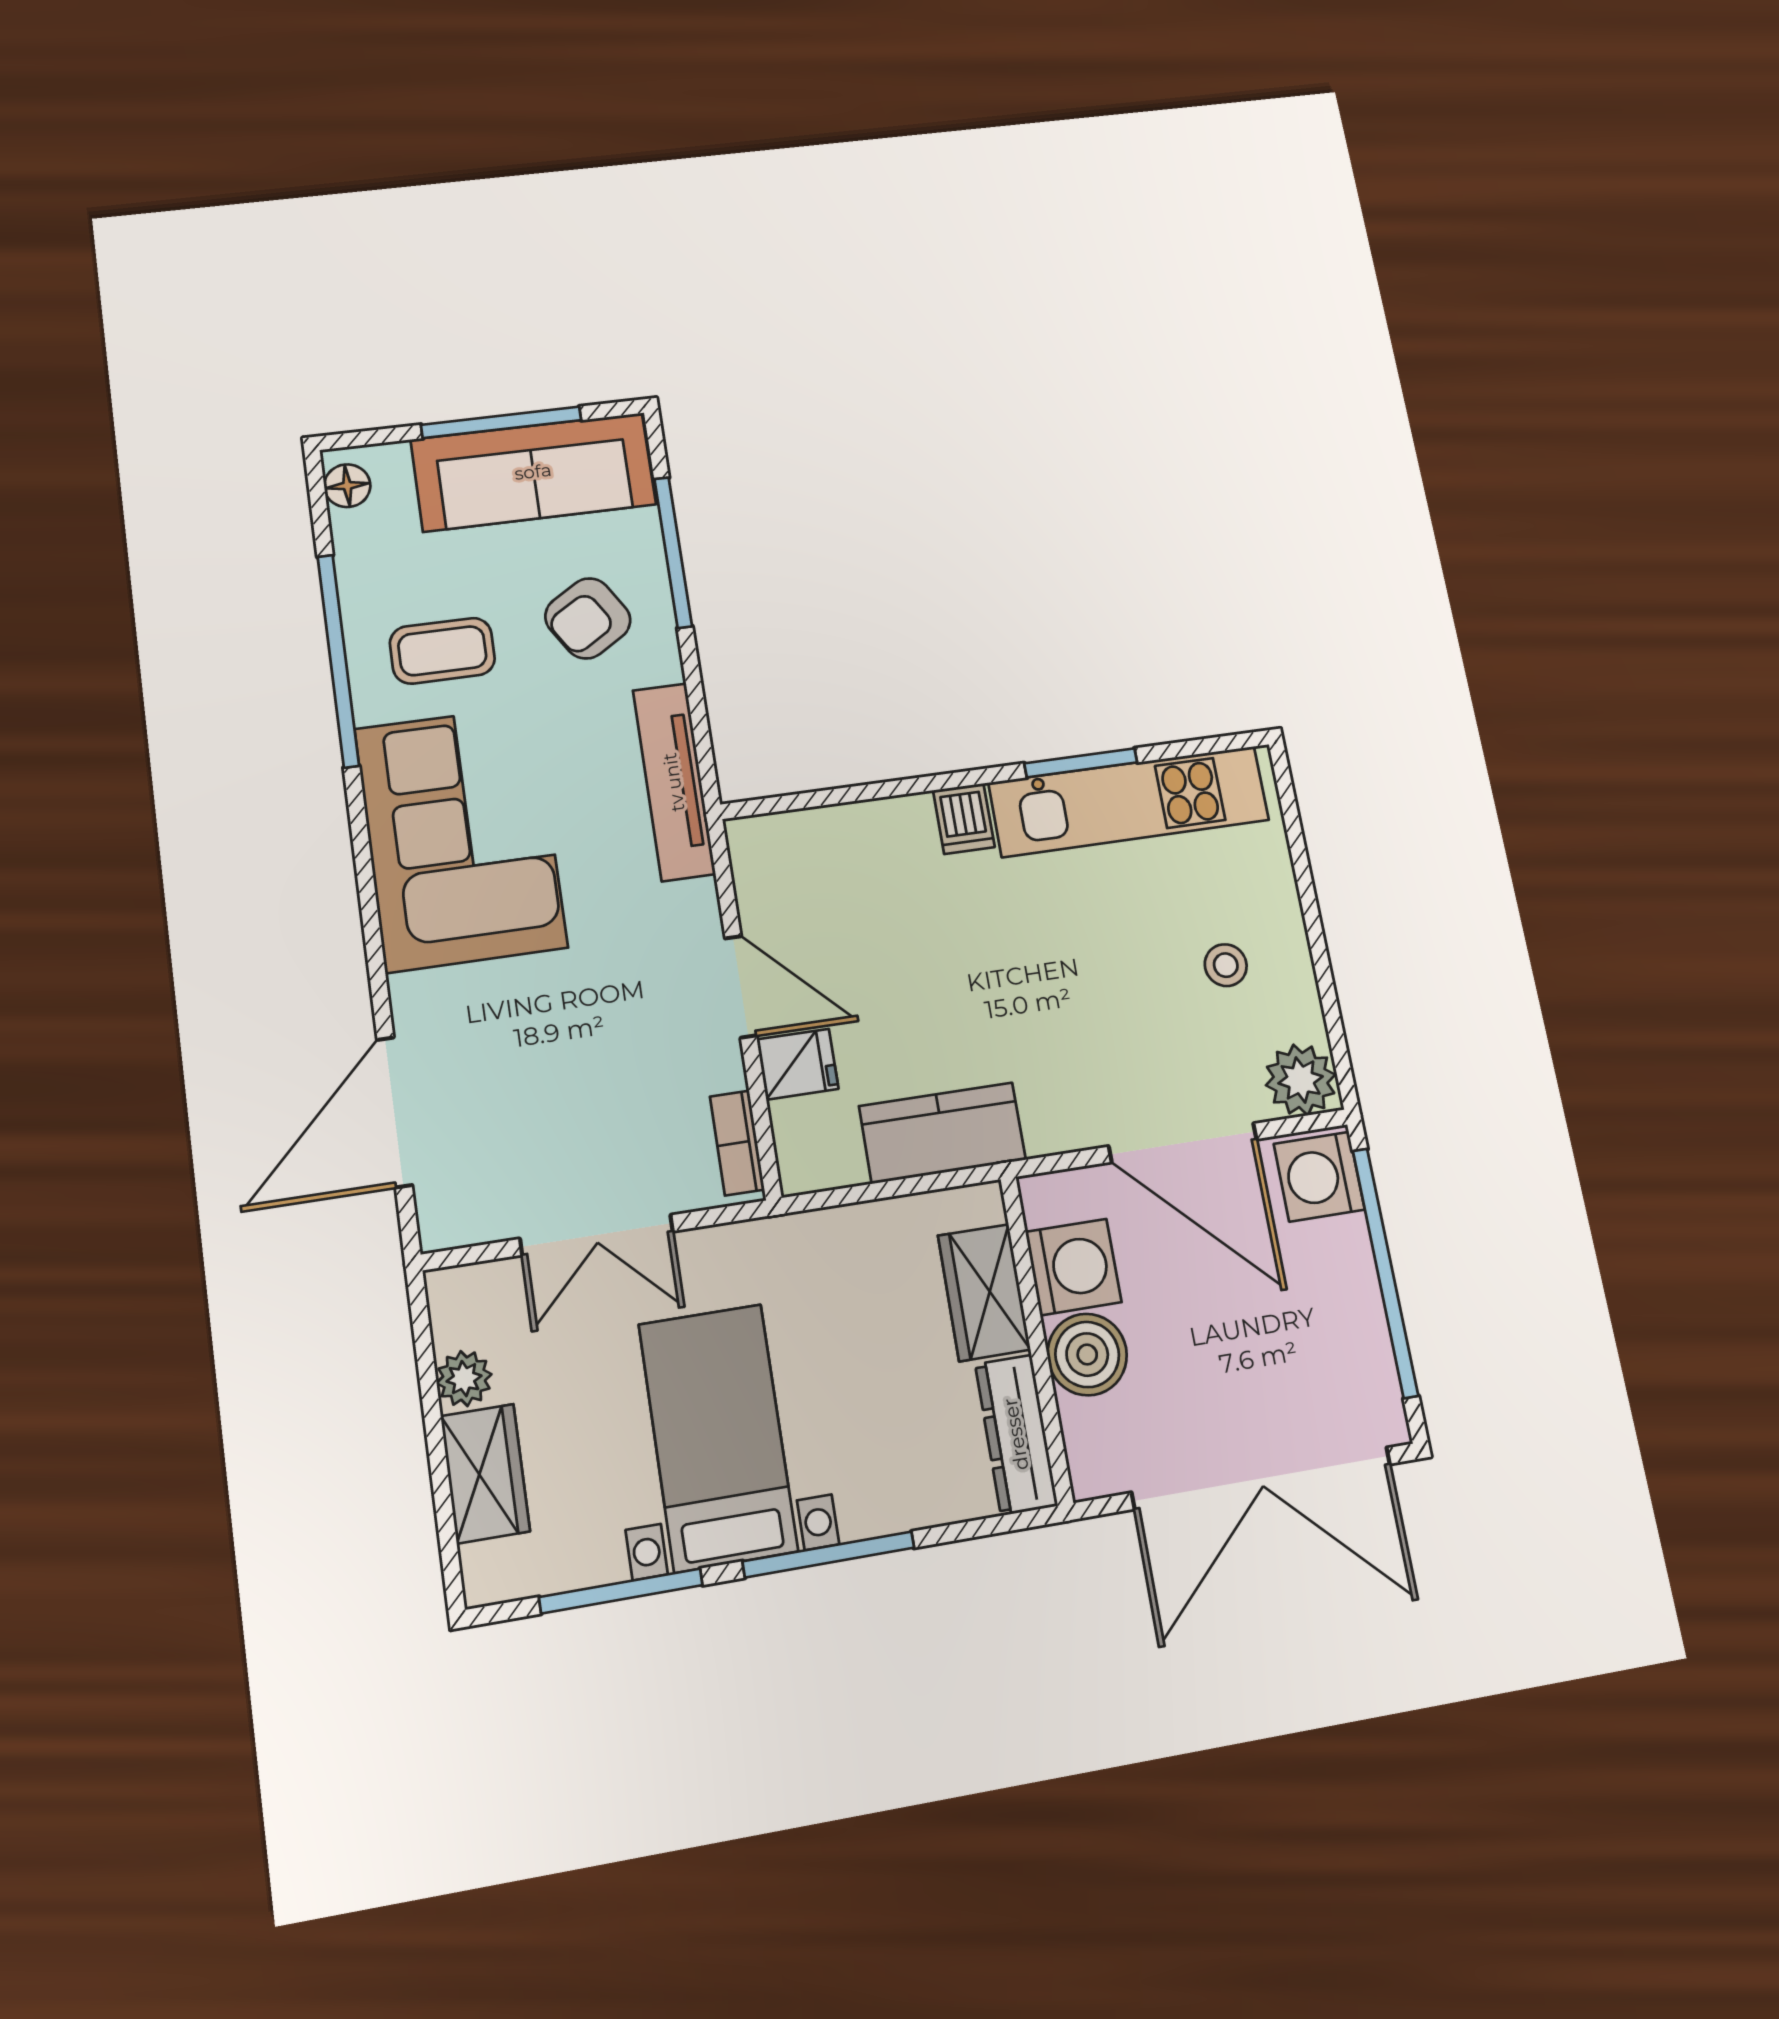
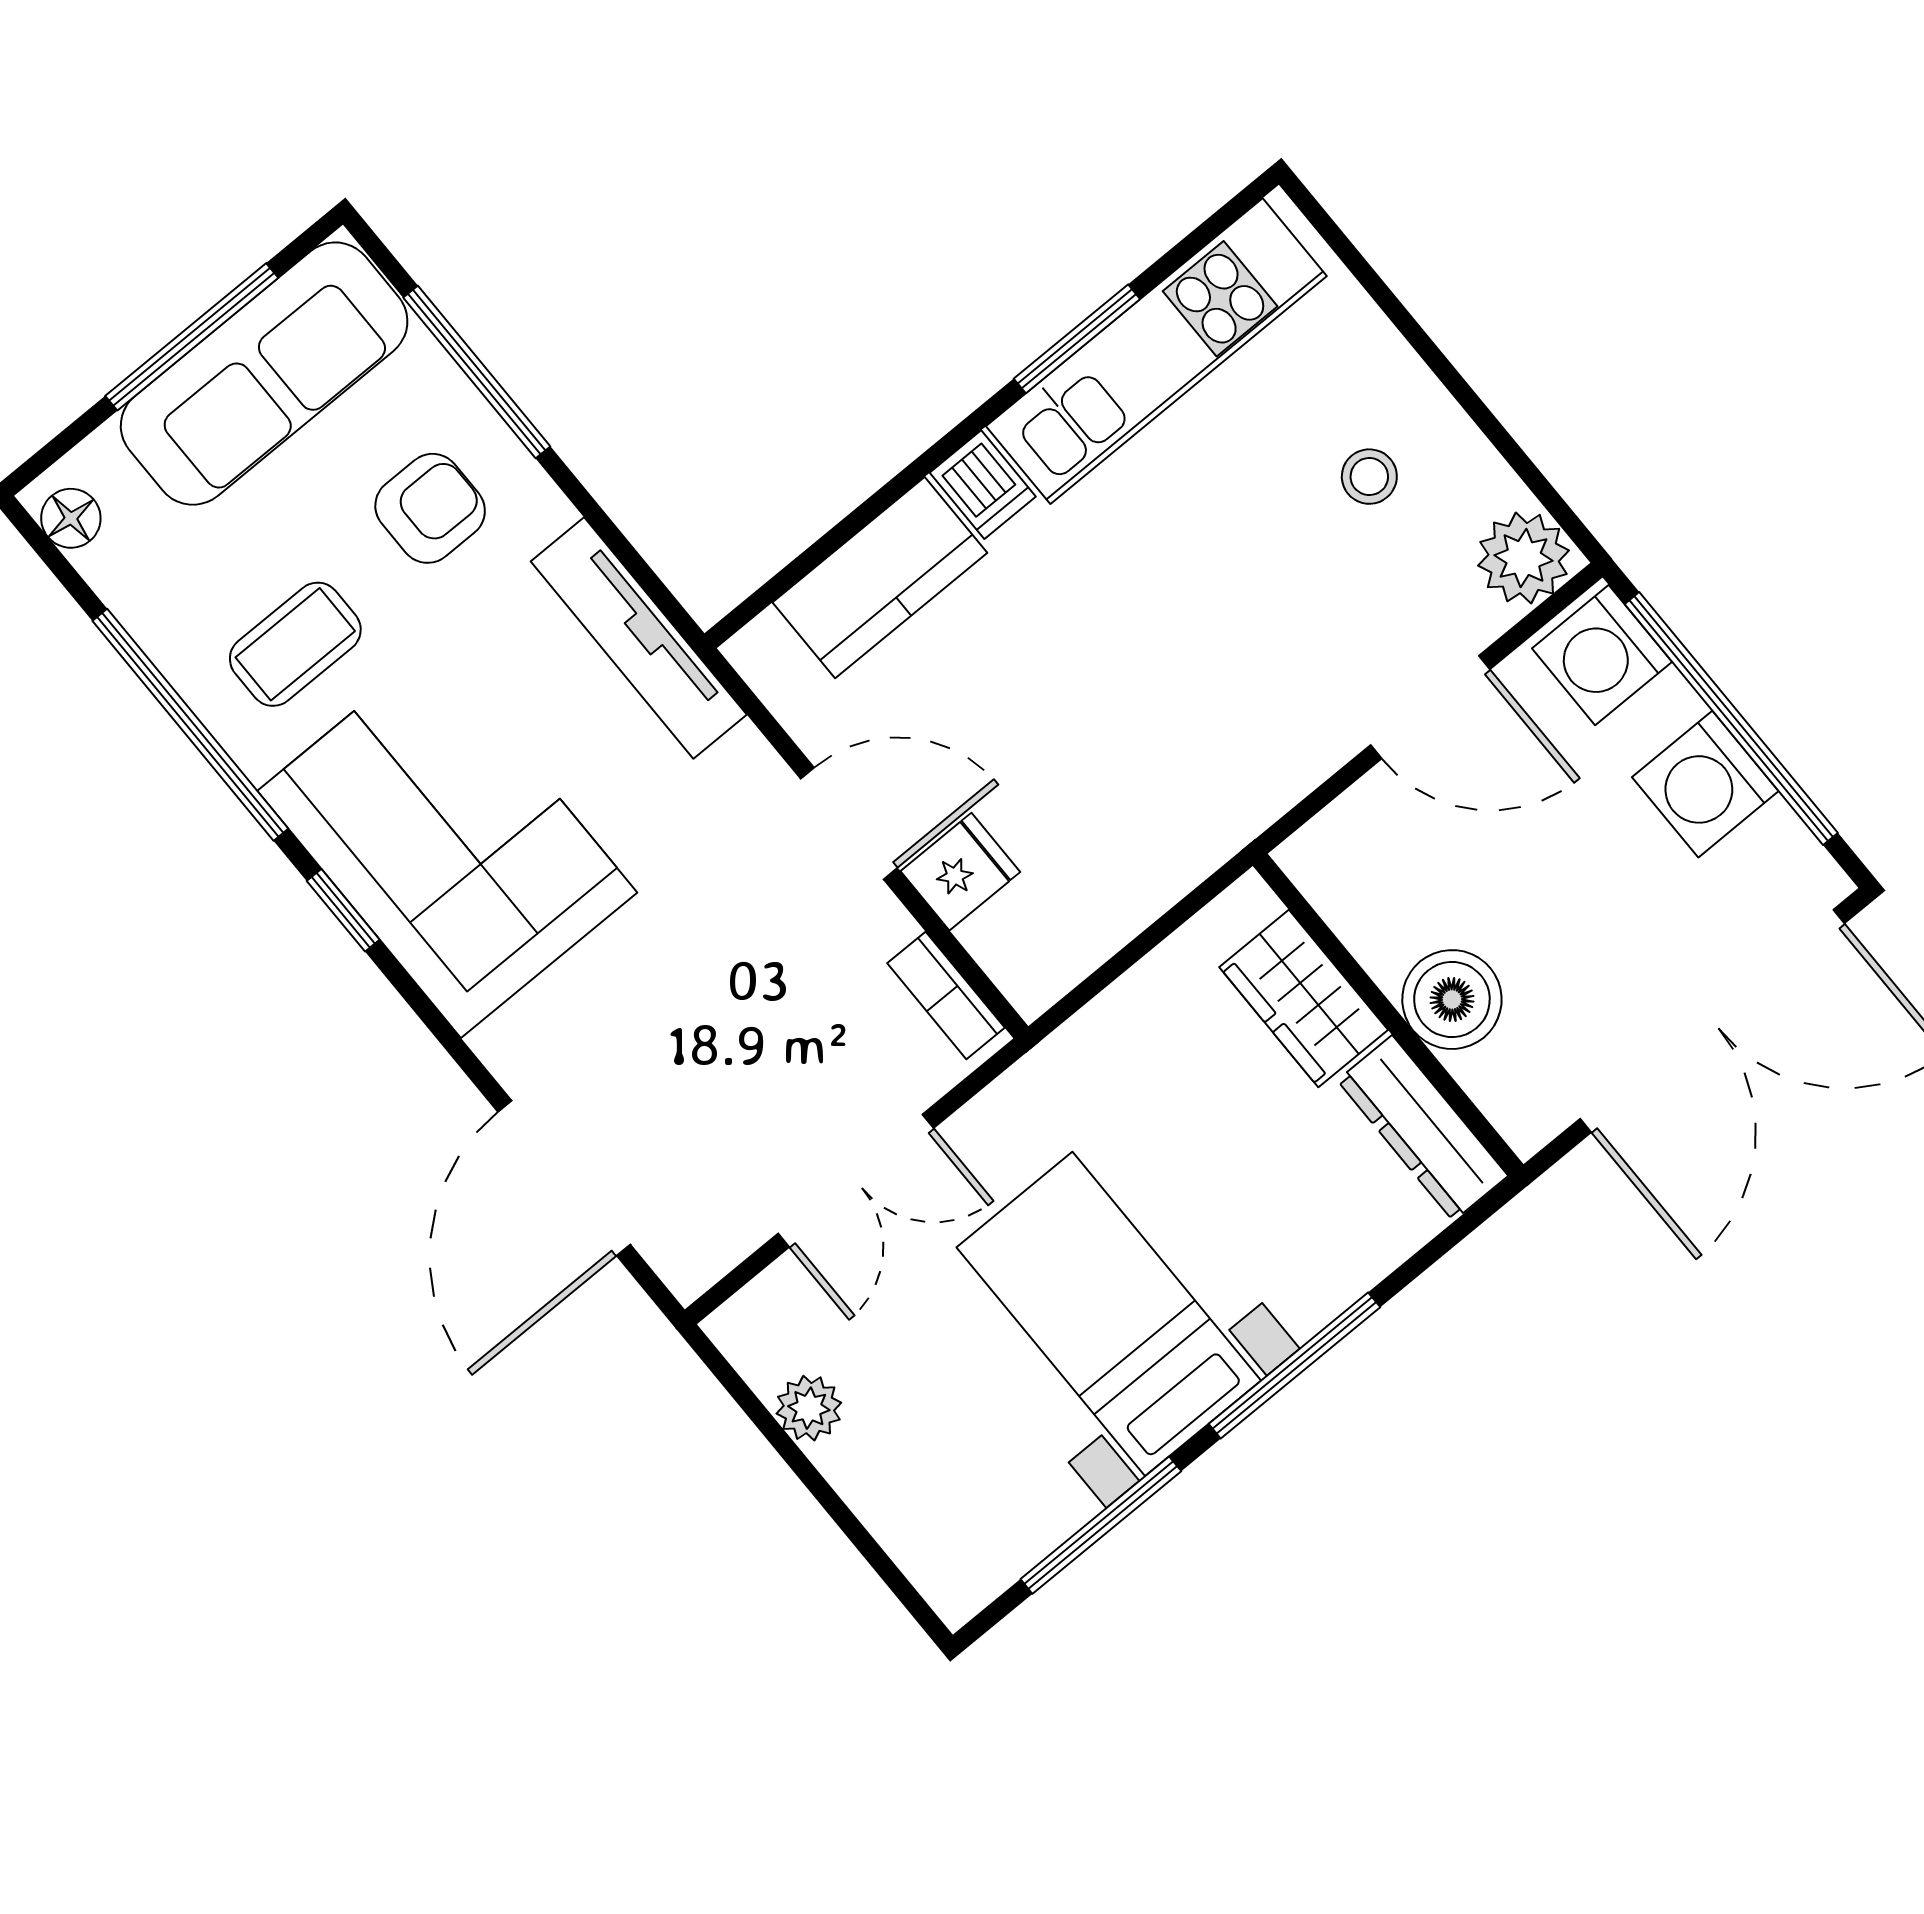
armchair: (588, 618) -> (430, 508), turned -148
window: (361, 841) -> (343, 910), added
kitchen counter: (942, 1133) -> (880, 578), moved, turned 180
door: (1183, 1143) -> (1430, 707), width x0.73
washing machine: (1073, 1267) -> (1705, 784), moved, turned 180
wardrobe: (485, 1474) -> (890, 1490), removed

